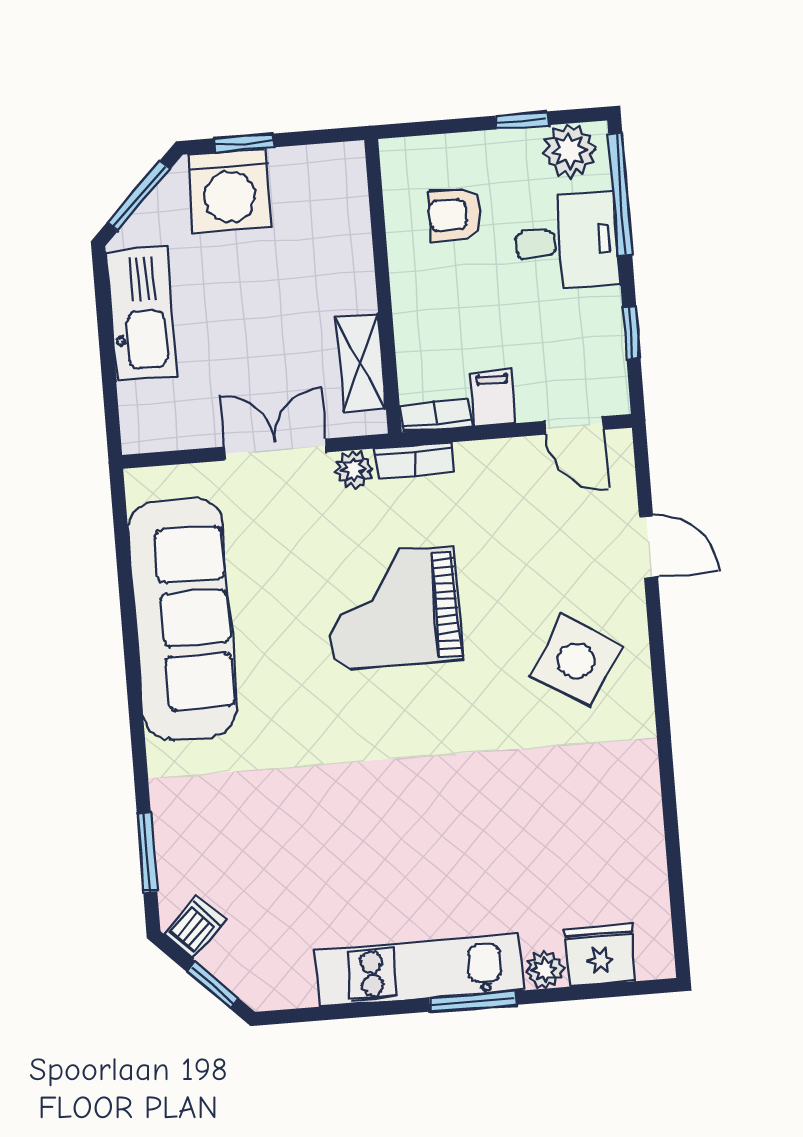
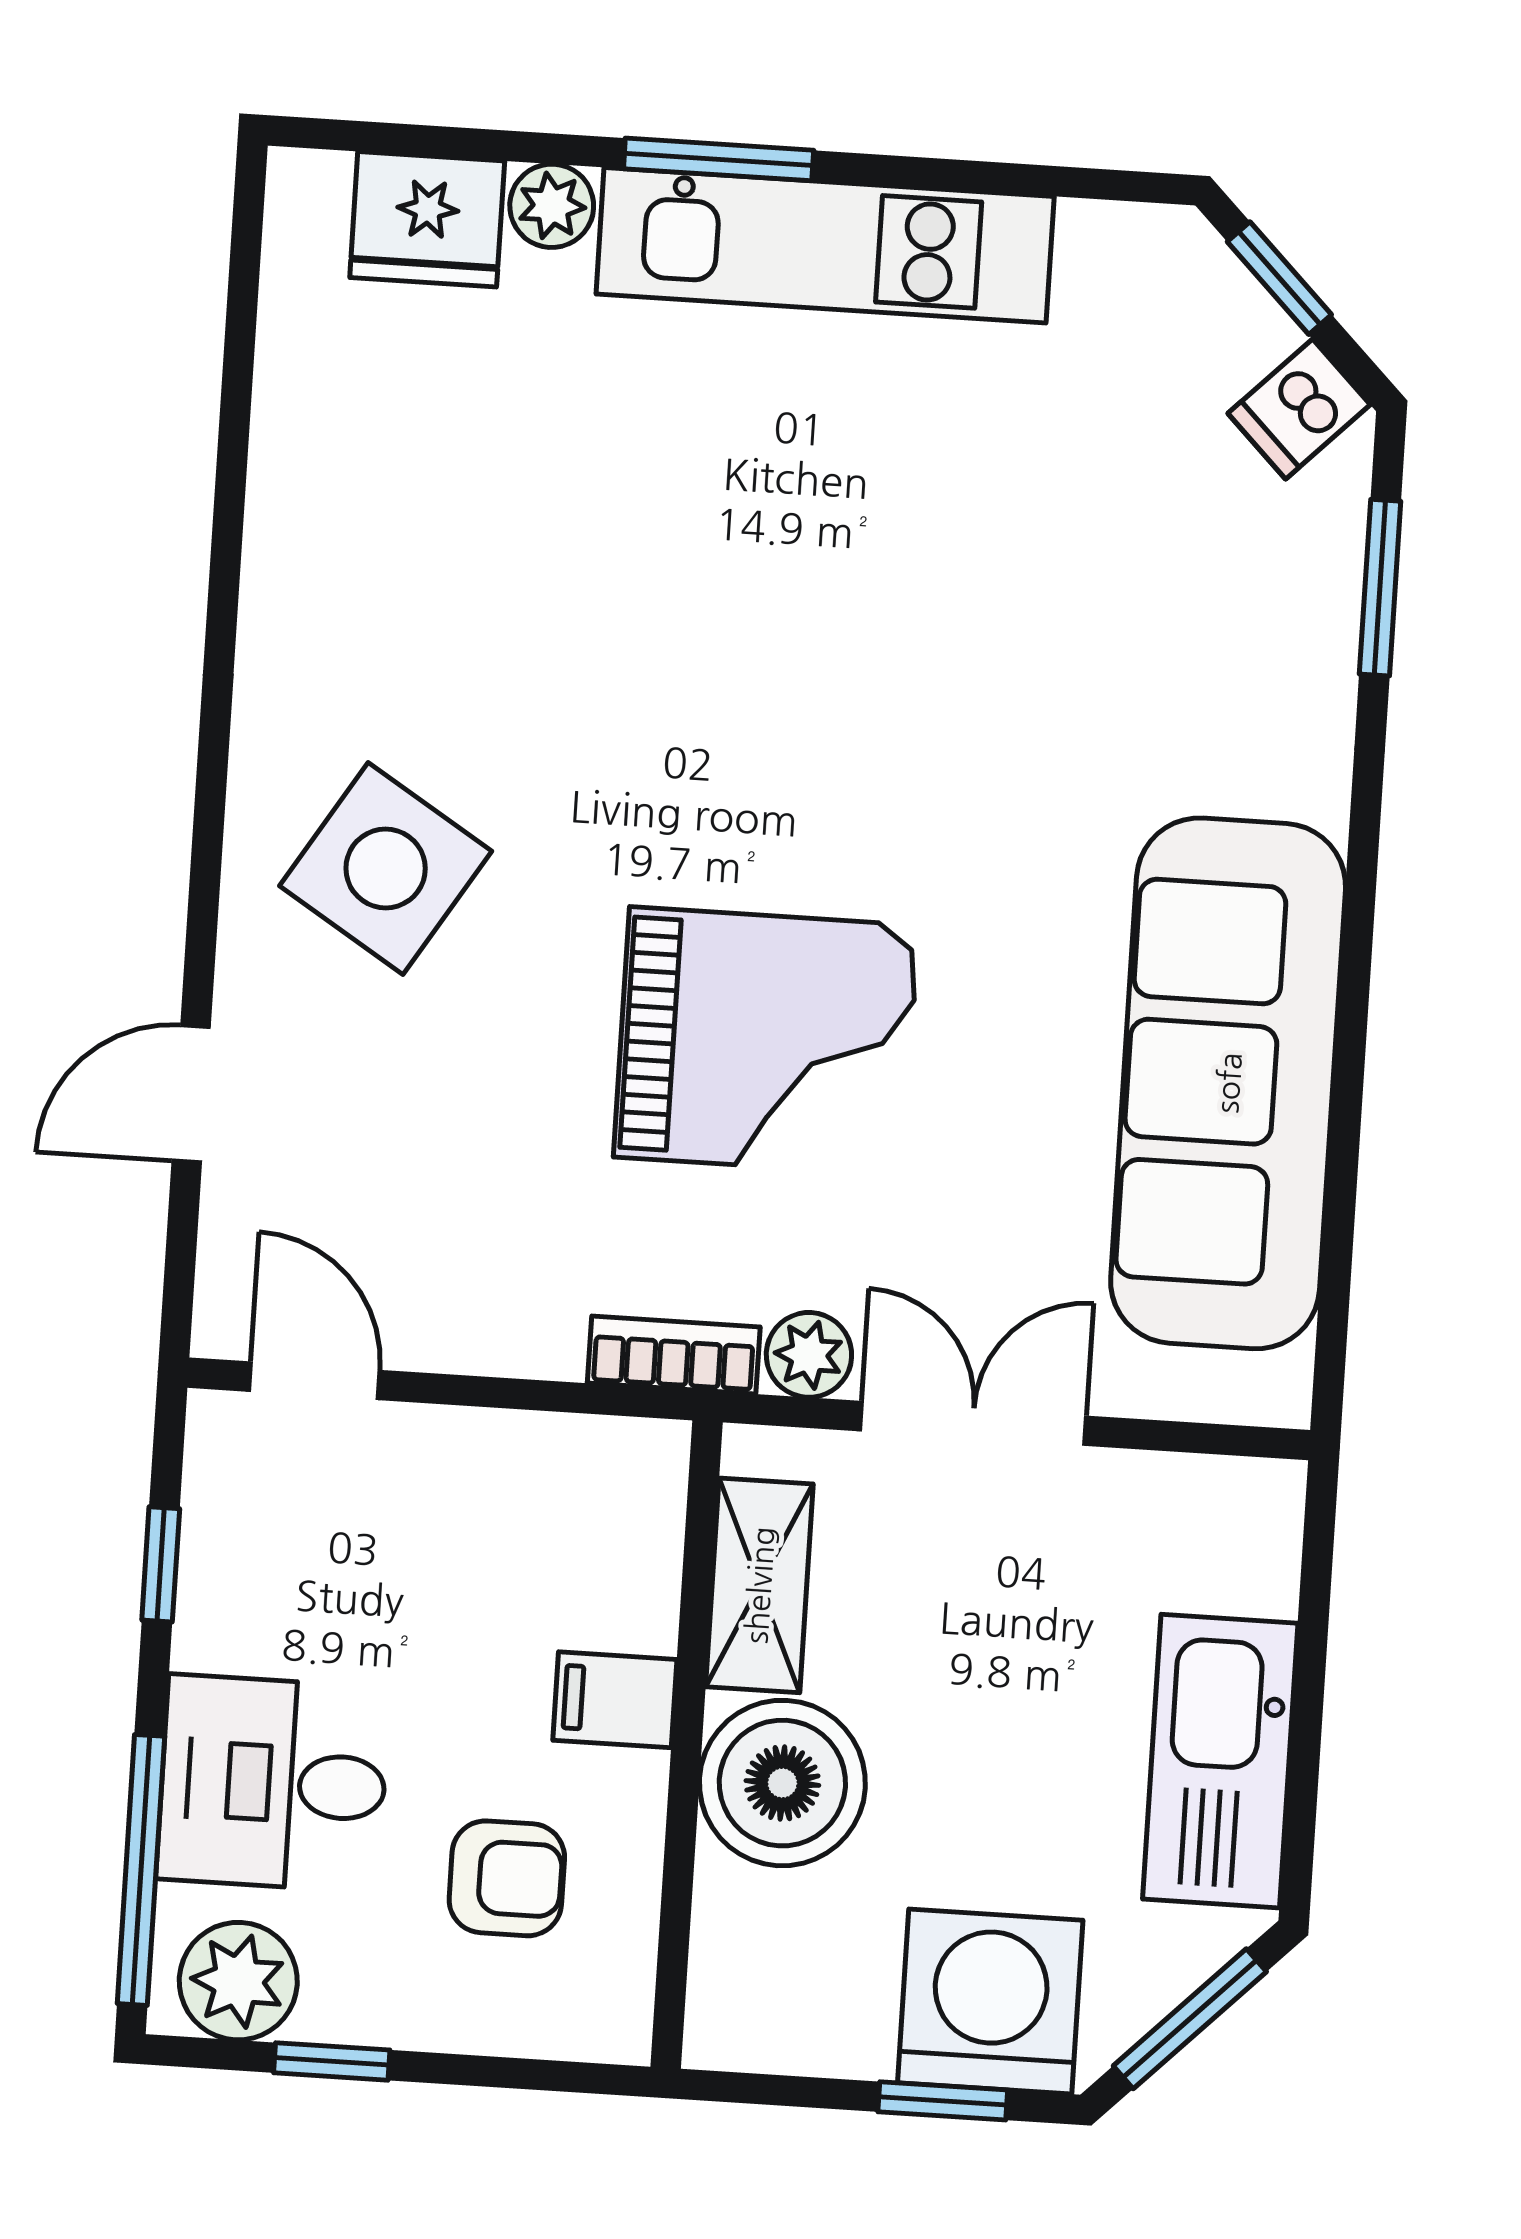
boiler: (337, 275) -> (782, 1783), added
filing cabinet: (493, 398) -> (615, 1700), moved, turned 90
bookcase: (436, 416) -> (613, 1446), removed
double door: (275, 450) -> (973, 1423), swing flipped
door: (649, 546) -> (191, 1094), hinge flipped

